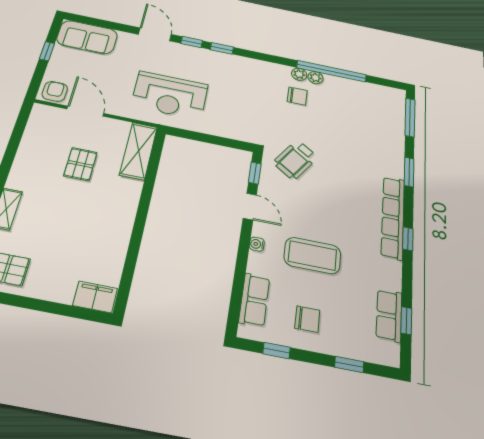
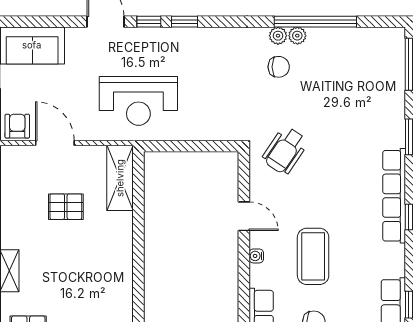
pallet: (80, 164) -> (66, 207), turned 90
window: (255, 173) -> (244, 176), removed
coffee table: (312, 256) -> (313, 256), turned 90

